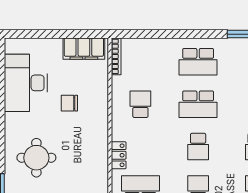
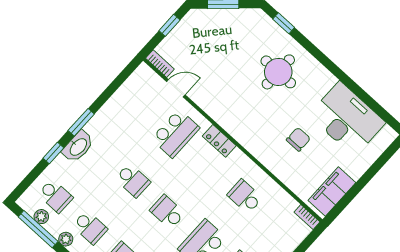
bookcase: (116, 56) -> (307, 217), width x0.64
school desk: (140, 104) -> (245, 196), turned 180

